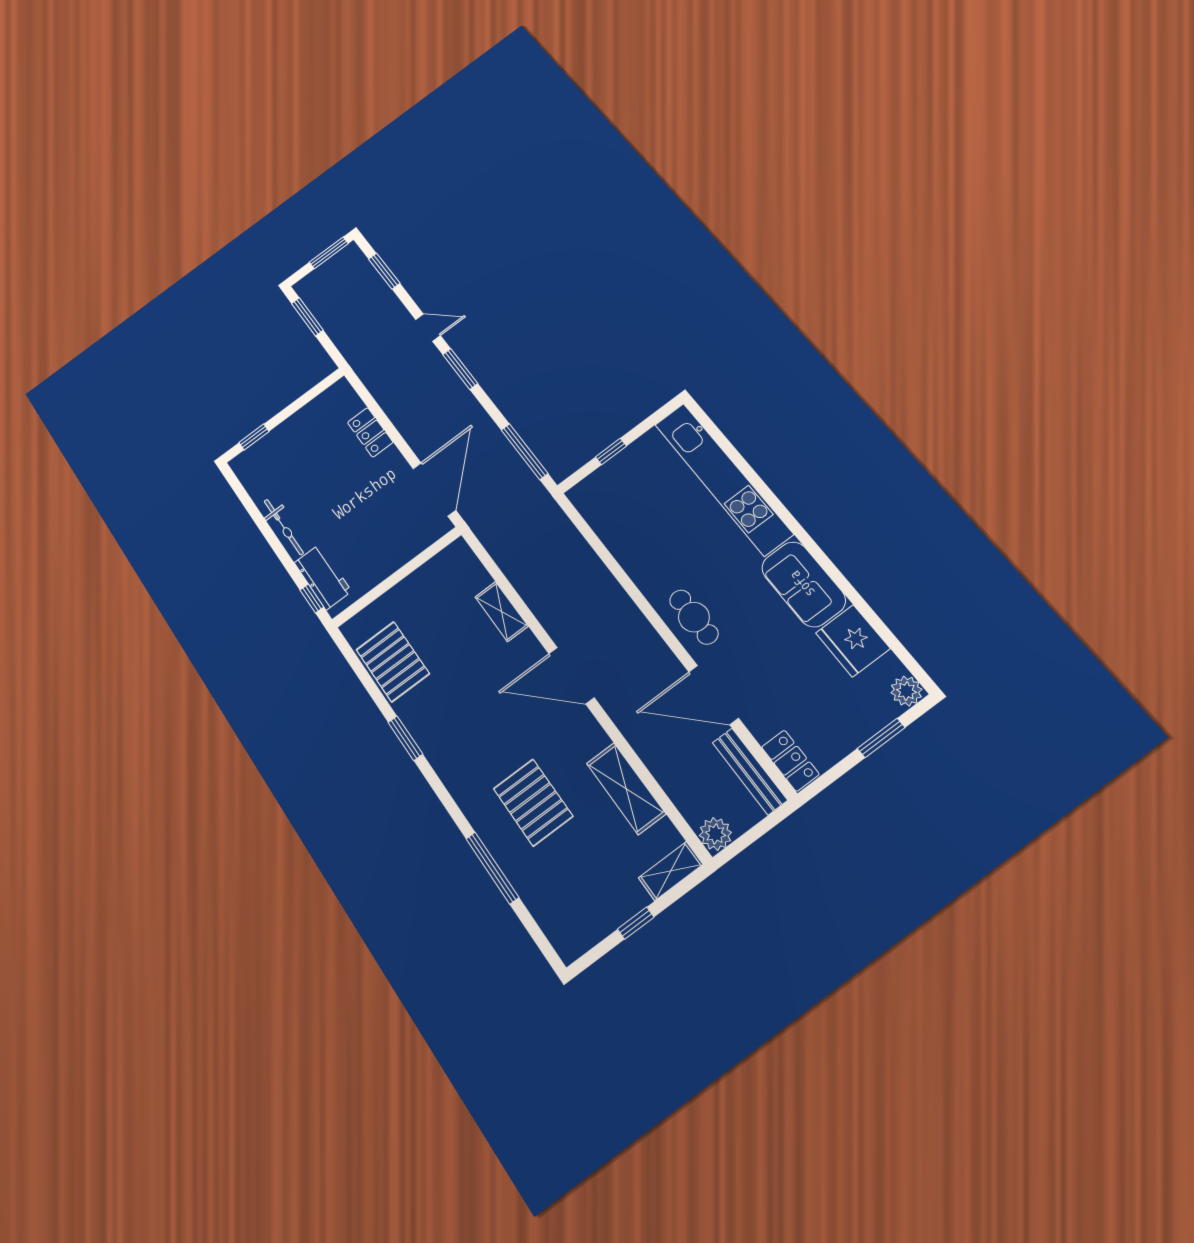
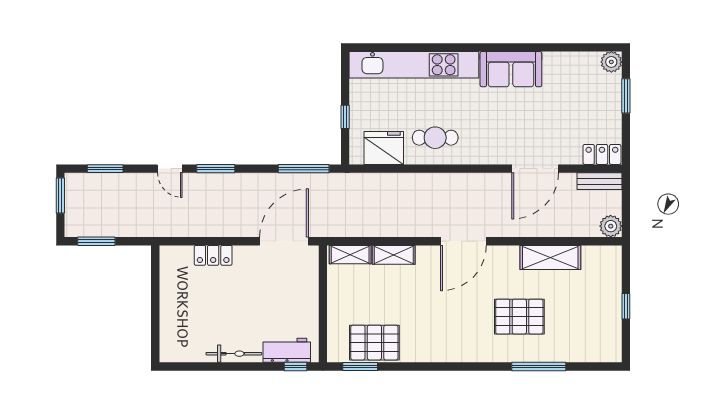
door: (428, 327) -> (170, 169), swing flipped
window: (254, 437) -> (155, 333), removed
door: (434, 489) -> (284, 241), hinge flipped
cafe table: (694, 617) -> (435, 138), moved
fridge: (853, 641) -> (384, 148), moved, turned 180
window: (405, 738) -> (360, 366), moved
bench: (750, 771) -> (599, 181), width x0.73
shelving: (671, 871) -> (350, 255), moved, turned 90

